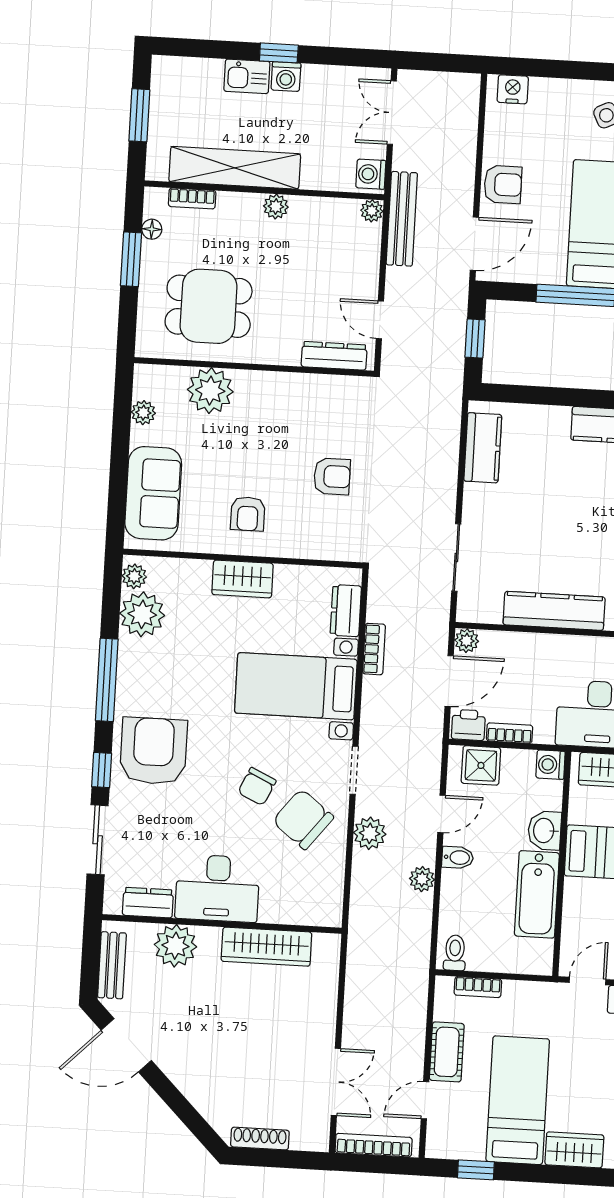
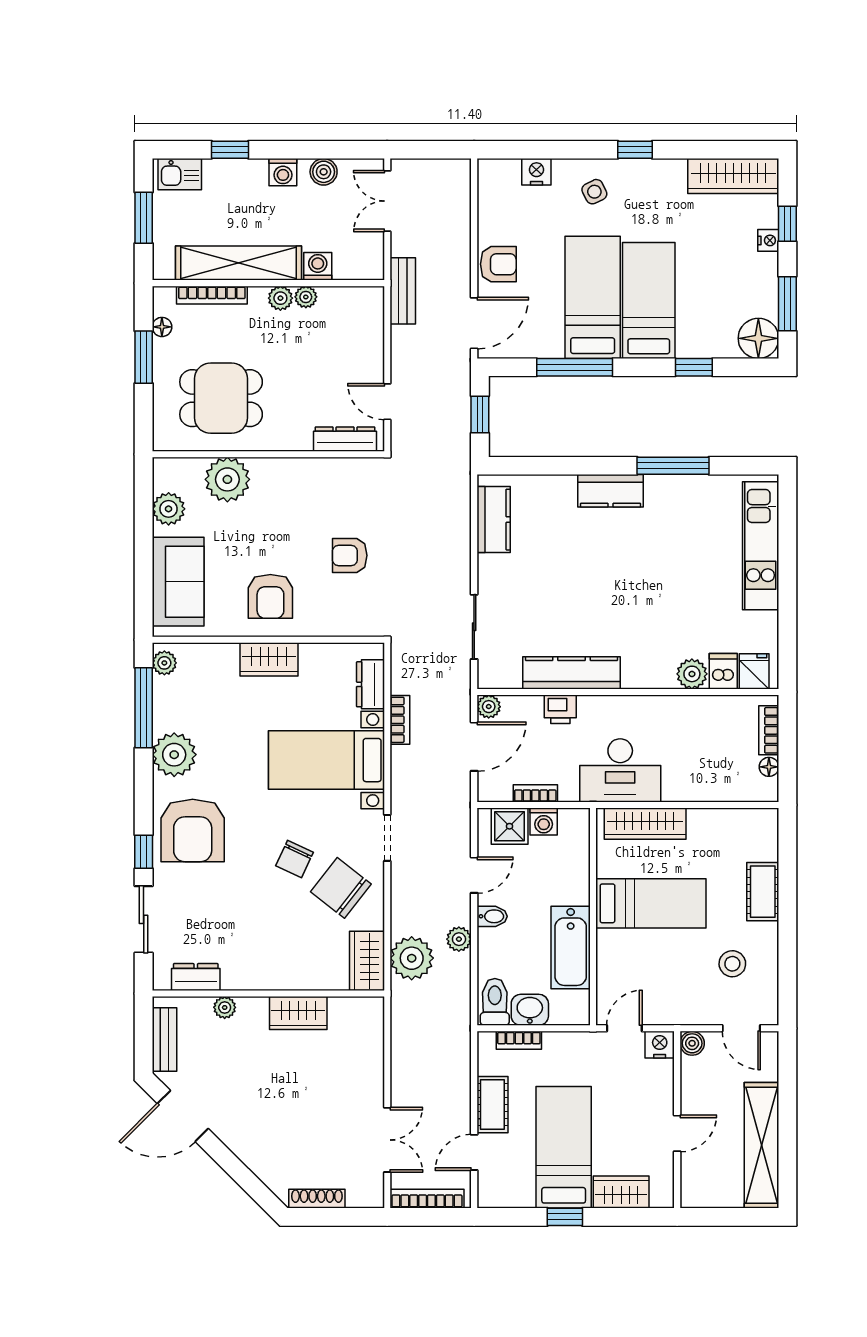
window: (279, 53) -> (230, 150), moved
kitchen sink: (247, 76) -> (180, 174), moved
boiler: (328, 79) -> (324, 172), added
nightstand: (513, 89) -> (536, 172), moved
washing machine: (371, 174) -> (318, 266), moved, turned 90
bookcase: (192, 198) -> (212, 295), width x1.56
plant: (372, 211) -> (306, 297), moved
bench: (402, 219) -> (403, 291), width x0.73
plant: (143, 413) -> (169, 509), width x1.38, depth x1.38
armchair: (332, 476) -> (350, 555), turned 180
armchair: (248, 514) -> (270, 596), width x1.38, depth x1.38
plant: (142, 614) -> (174, 755), moved
window: (107, 680) -> (144, 708), moved
printer: (468, 725) -> (560, 709), moved, turned 180
armchair: (153, 751) -> (193, 830), turned 180
washing machine: (550, 765) -> (544, 822), moved, turned -90
washbasin: (545, 831) -> (530, 1010), moved, turned 90
plant: (370, 833) -> (412, 958), moved, width x1.36, depth x1.36
desk: (217, 888) -> (262, 959), removed
wardrobe: (326, 896) -> (367, 961), added
plant: (175, 946) -> (225, 1007), width x0.53, depth x0.53
wardrobe: (266, 947) -> (298, 1013), width x0.67
toilet: (455, 953) -> (495, 1002), width x1.37, depth x1.39
window: (476, 1170) -> (565, 1217), moved

